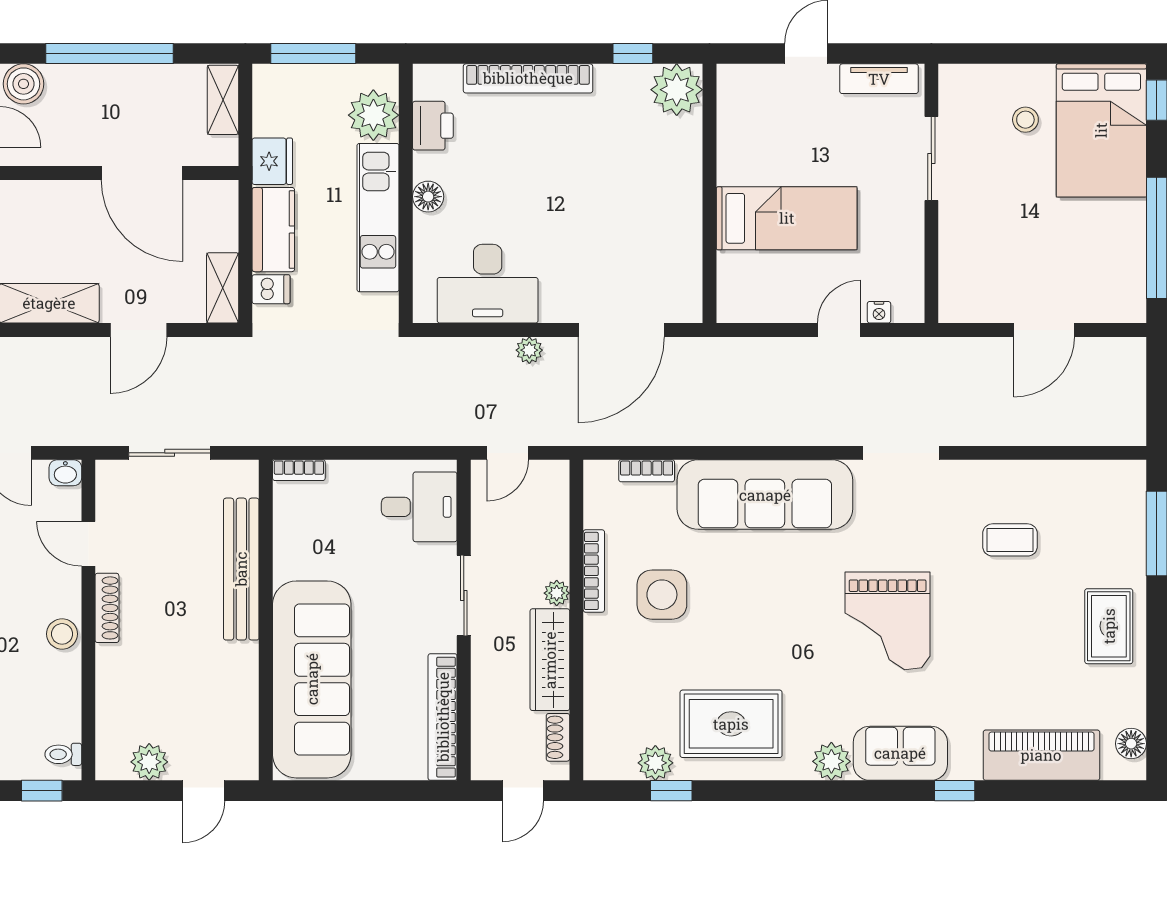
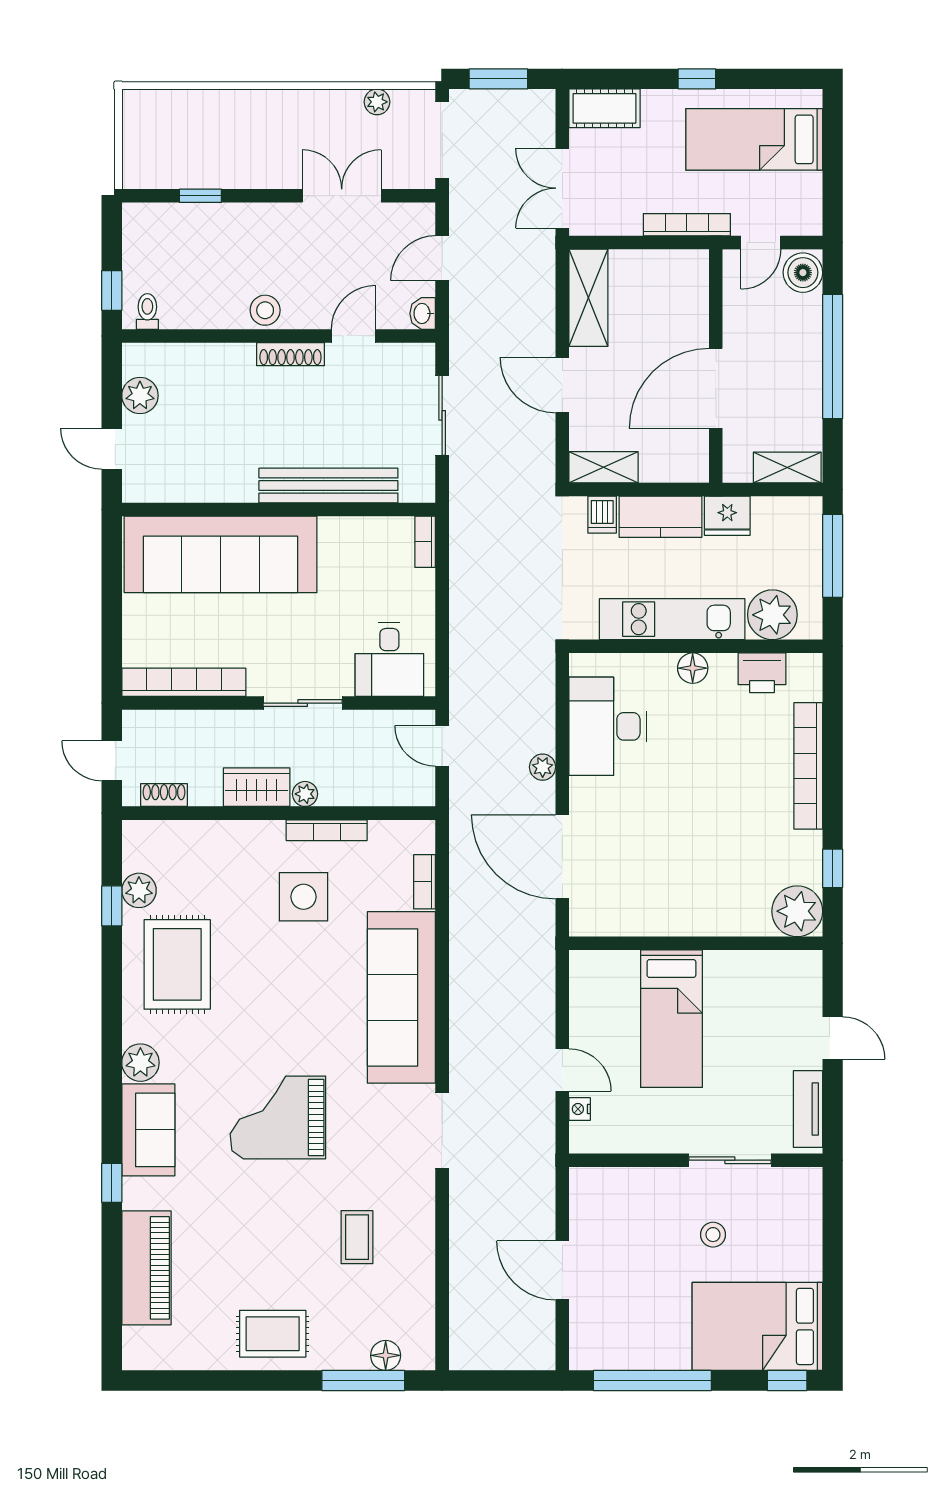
stool: (1025, 120) -> (713, 1235), moved
wardrobe: (550, 660) -> (257, 787), width x0.67
floor lamp: (1131, 744) -> (386, 1355), moved

